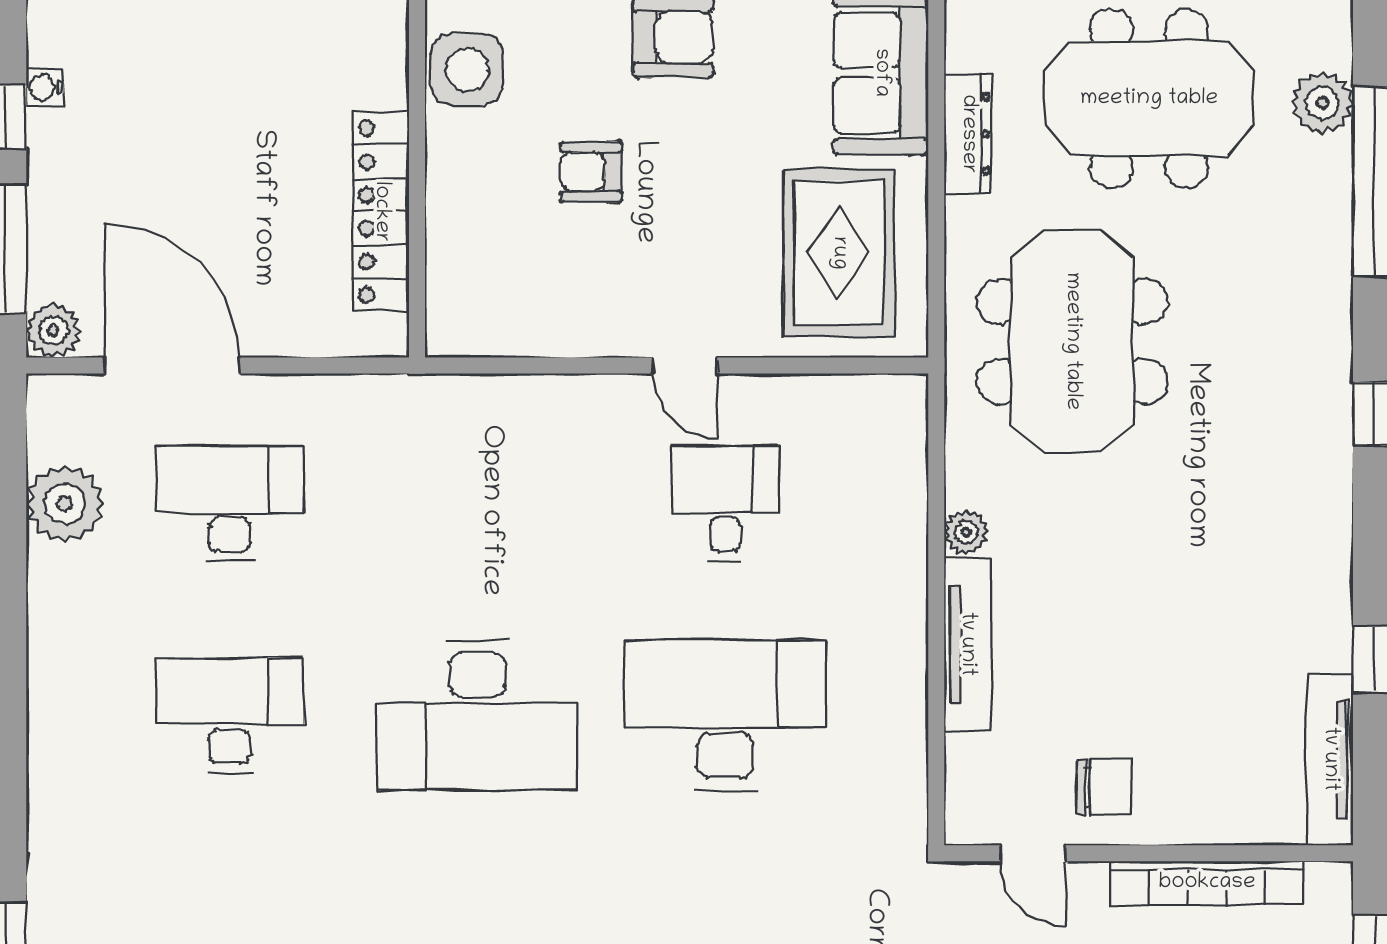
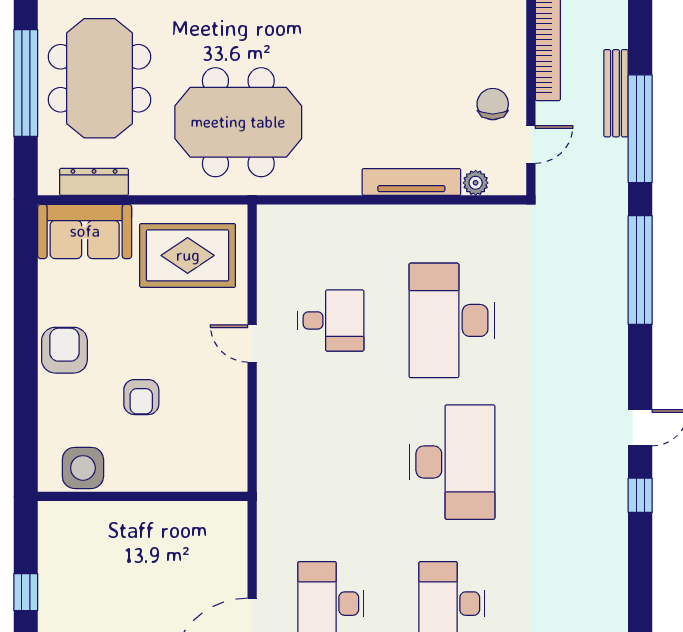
dresser: (968, 134) -> (94, 182), moved
locker: (381, 212) -> (164, 517), removed
door: (685, 366) -> (252, 343), swing flipped
desk: (725, 504) -> (331, 320), turned 180
plant: (966, 532) -> (476, 183), moved

